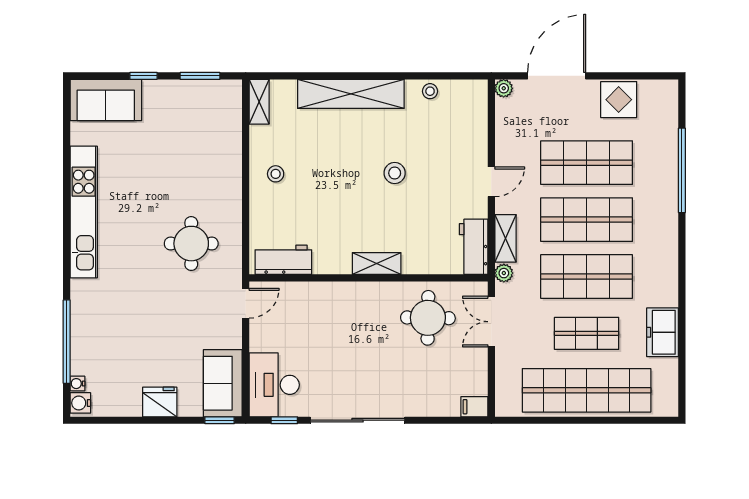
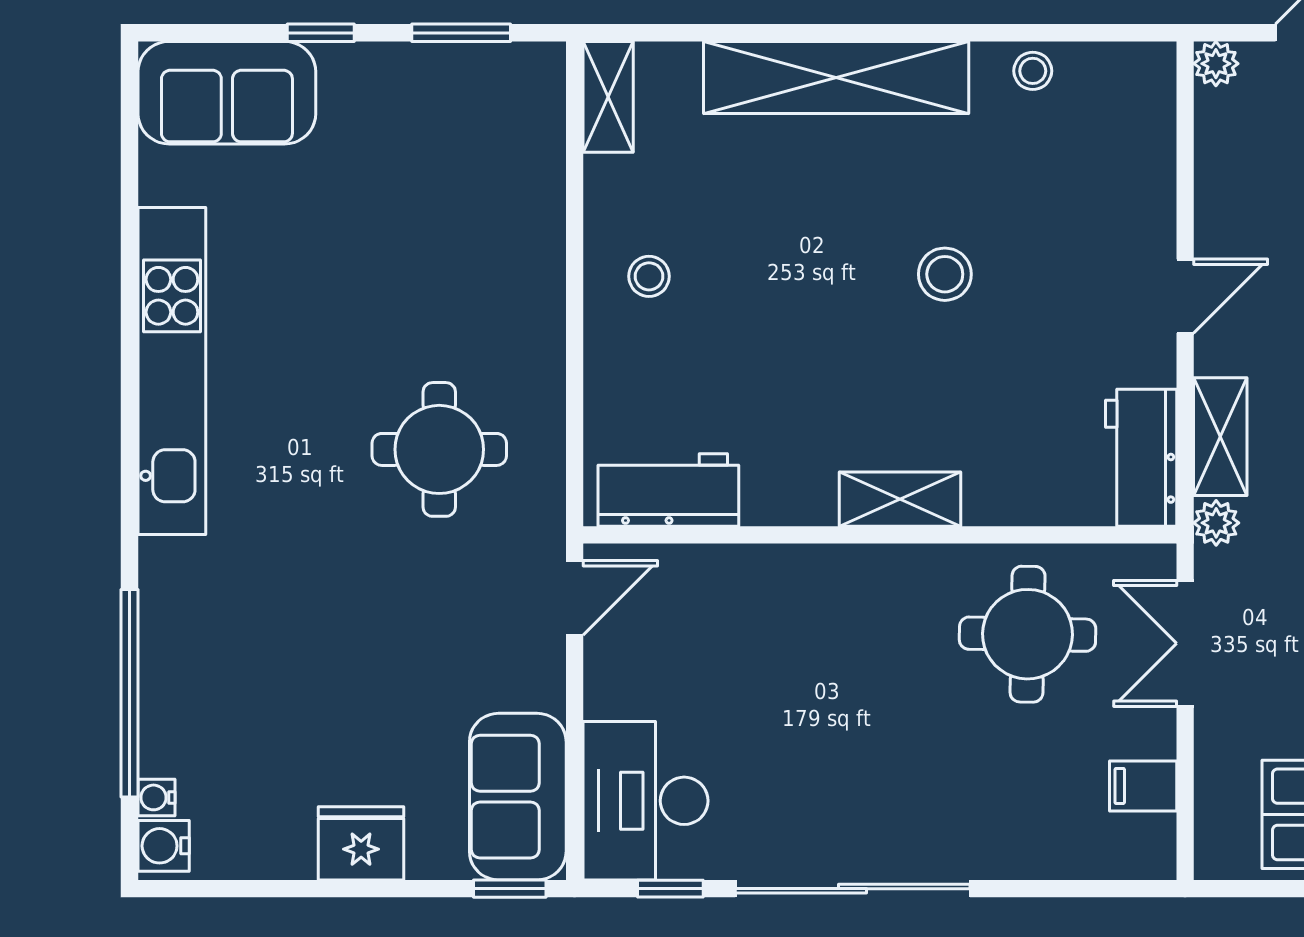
filing cabinet: (474, 407) -> (1143, 786), moved

